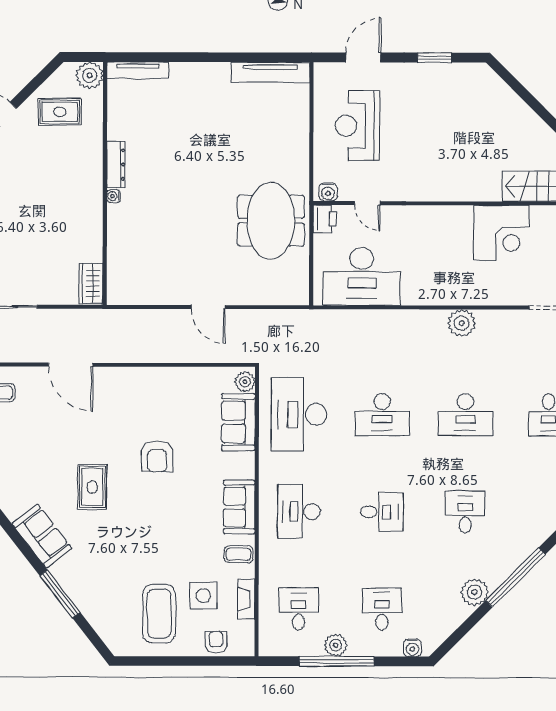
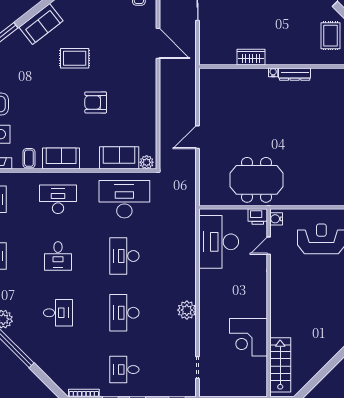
wardrobe: (91, 284) -> (251, 57), moved
door: (71, 365) -> (158, 43), swing flipped

